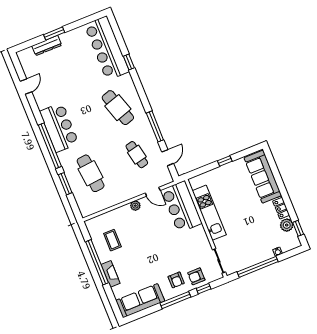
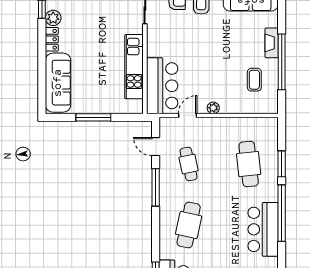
cafe table: (118, 108) -> (189, 225), turned 30
door: (168, 158) -> (156, 147), hinge flipped
window: (225, 161) -> (93, 117), width x2.17
door: (153, 192) -> (188, 115), hinge flipped

